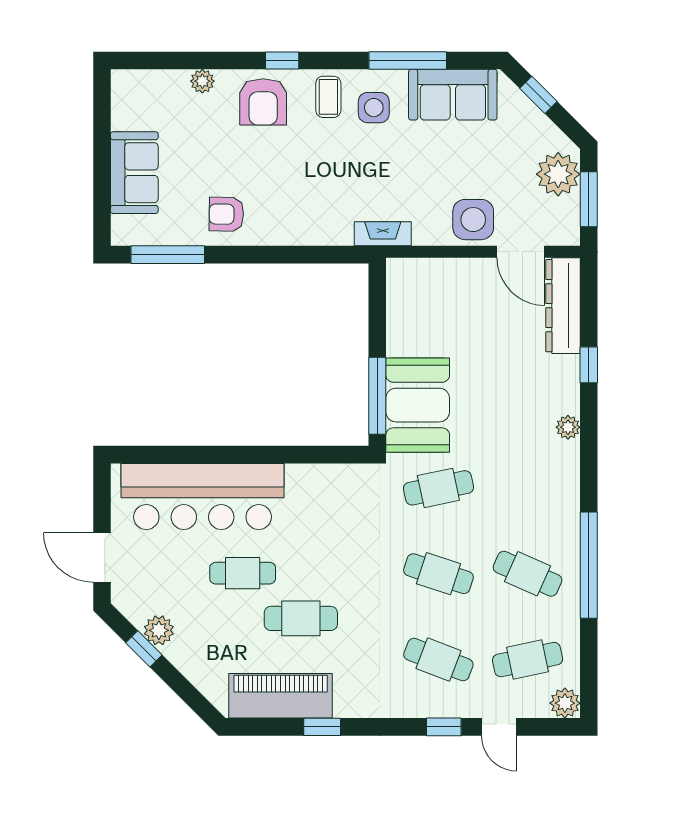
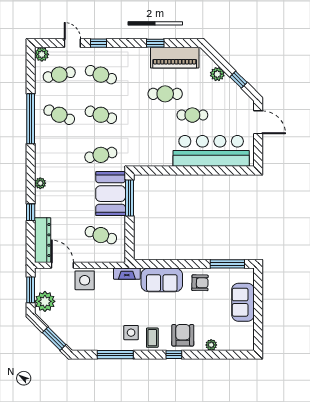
sofa: (453, 95) -> (162, 280), moved, turned 180
window: (538, 95) -> (54, 339), width x1.50
cafe table: (438, 316) -> (101, 235), added
plant: (159, 630) -> (217, 74), moved

